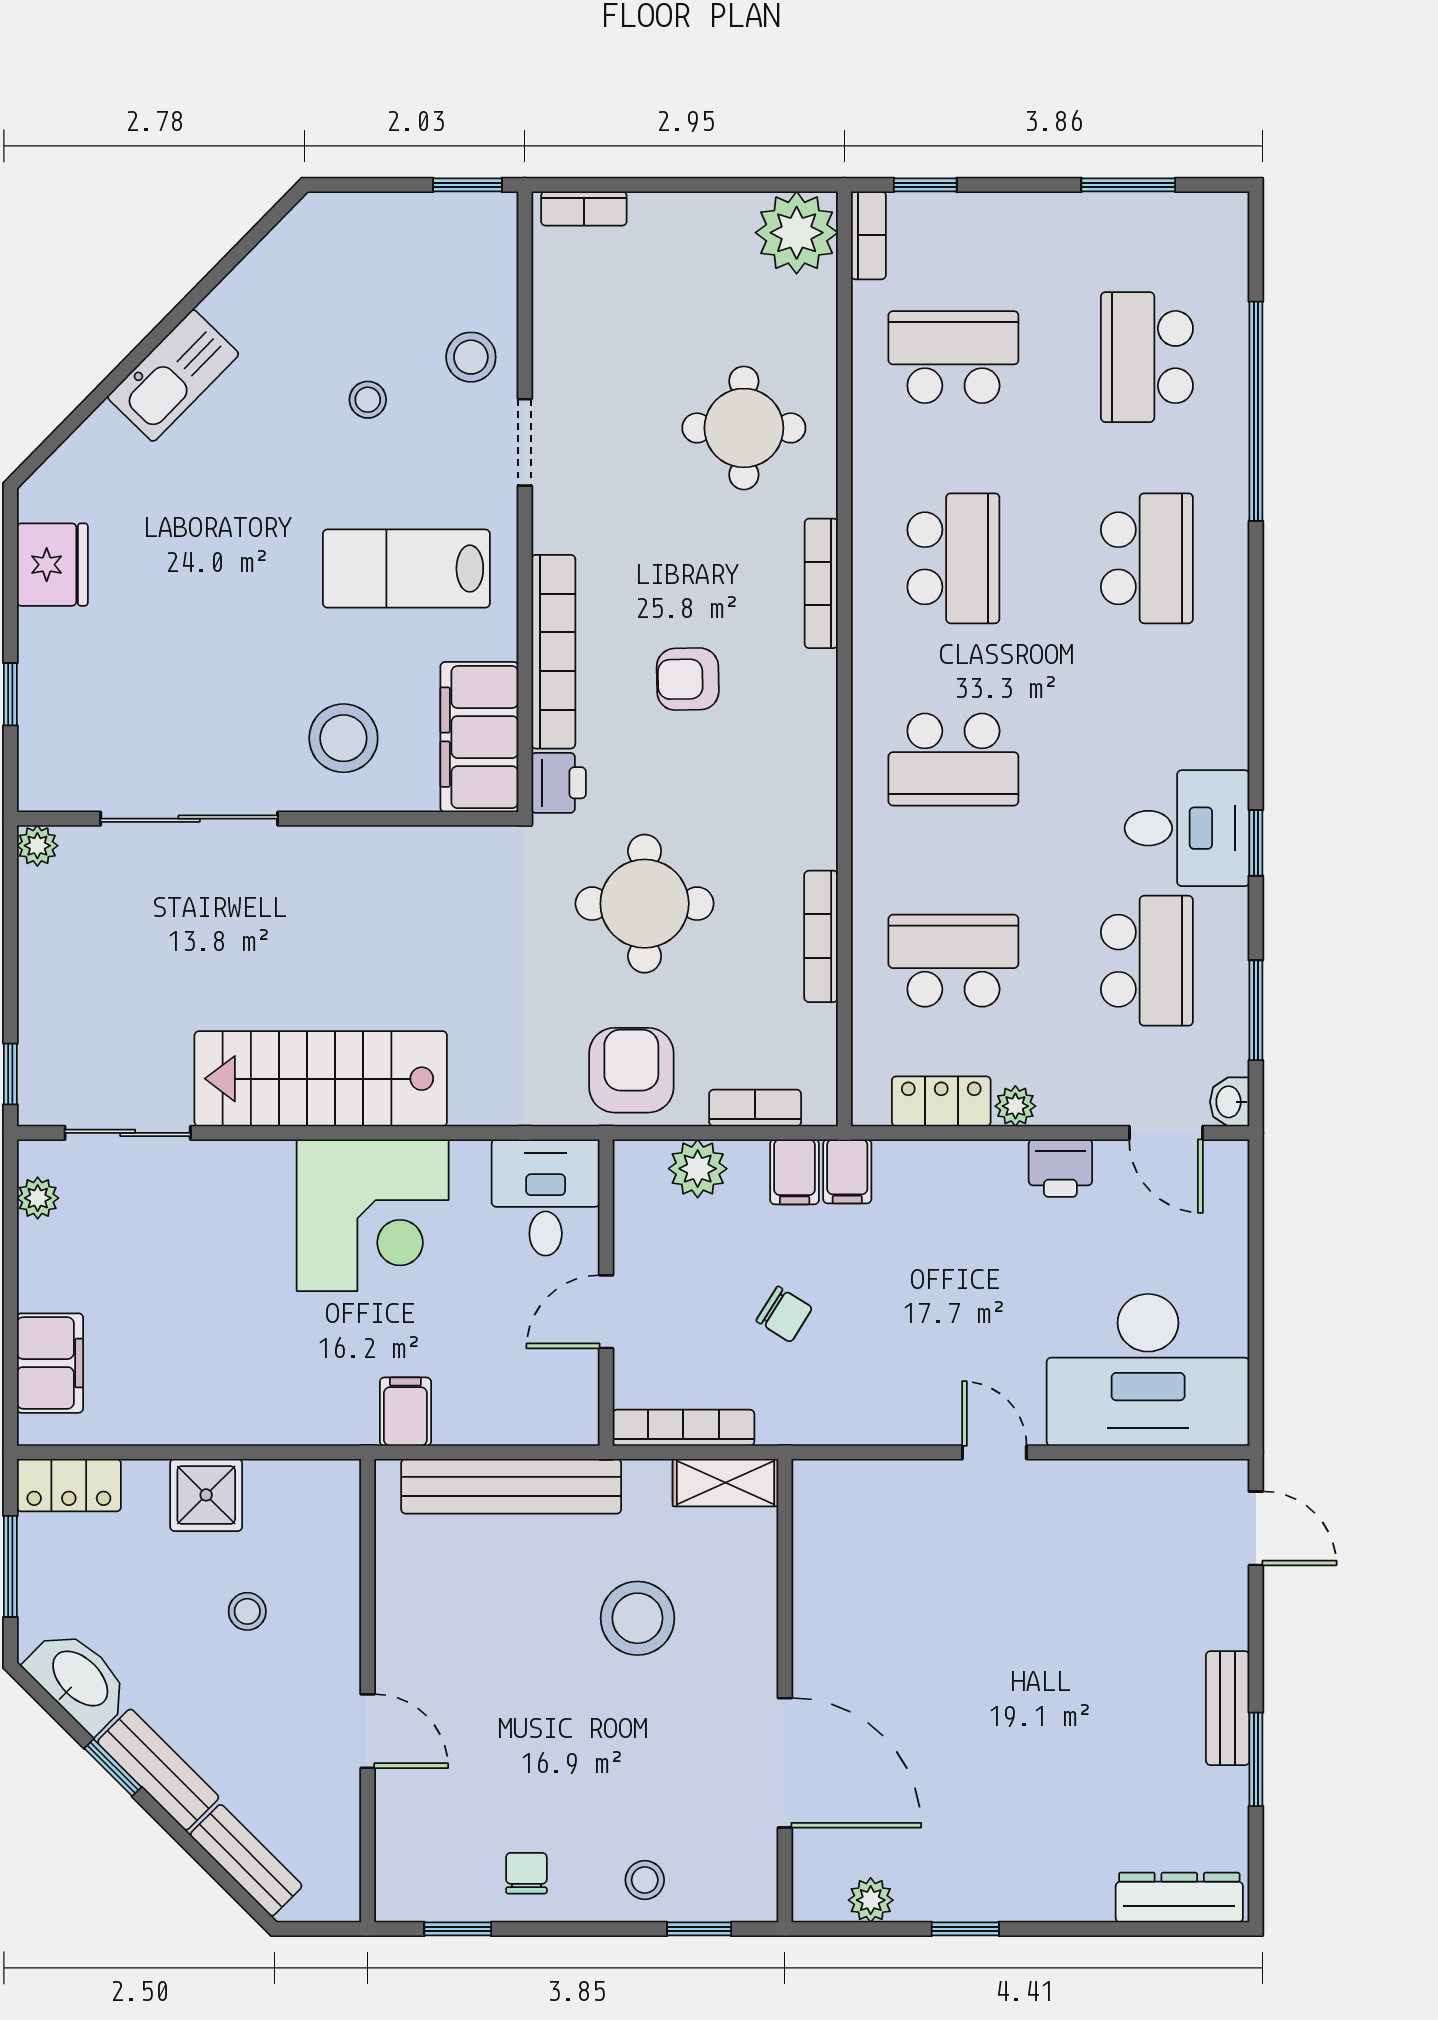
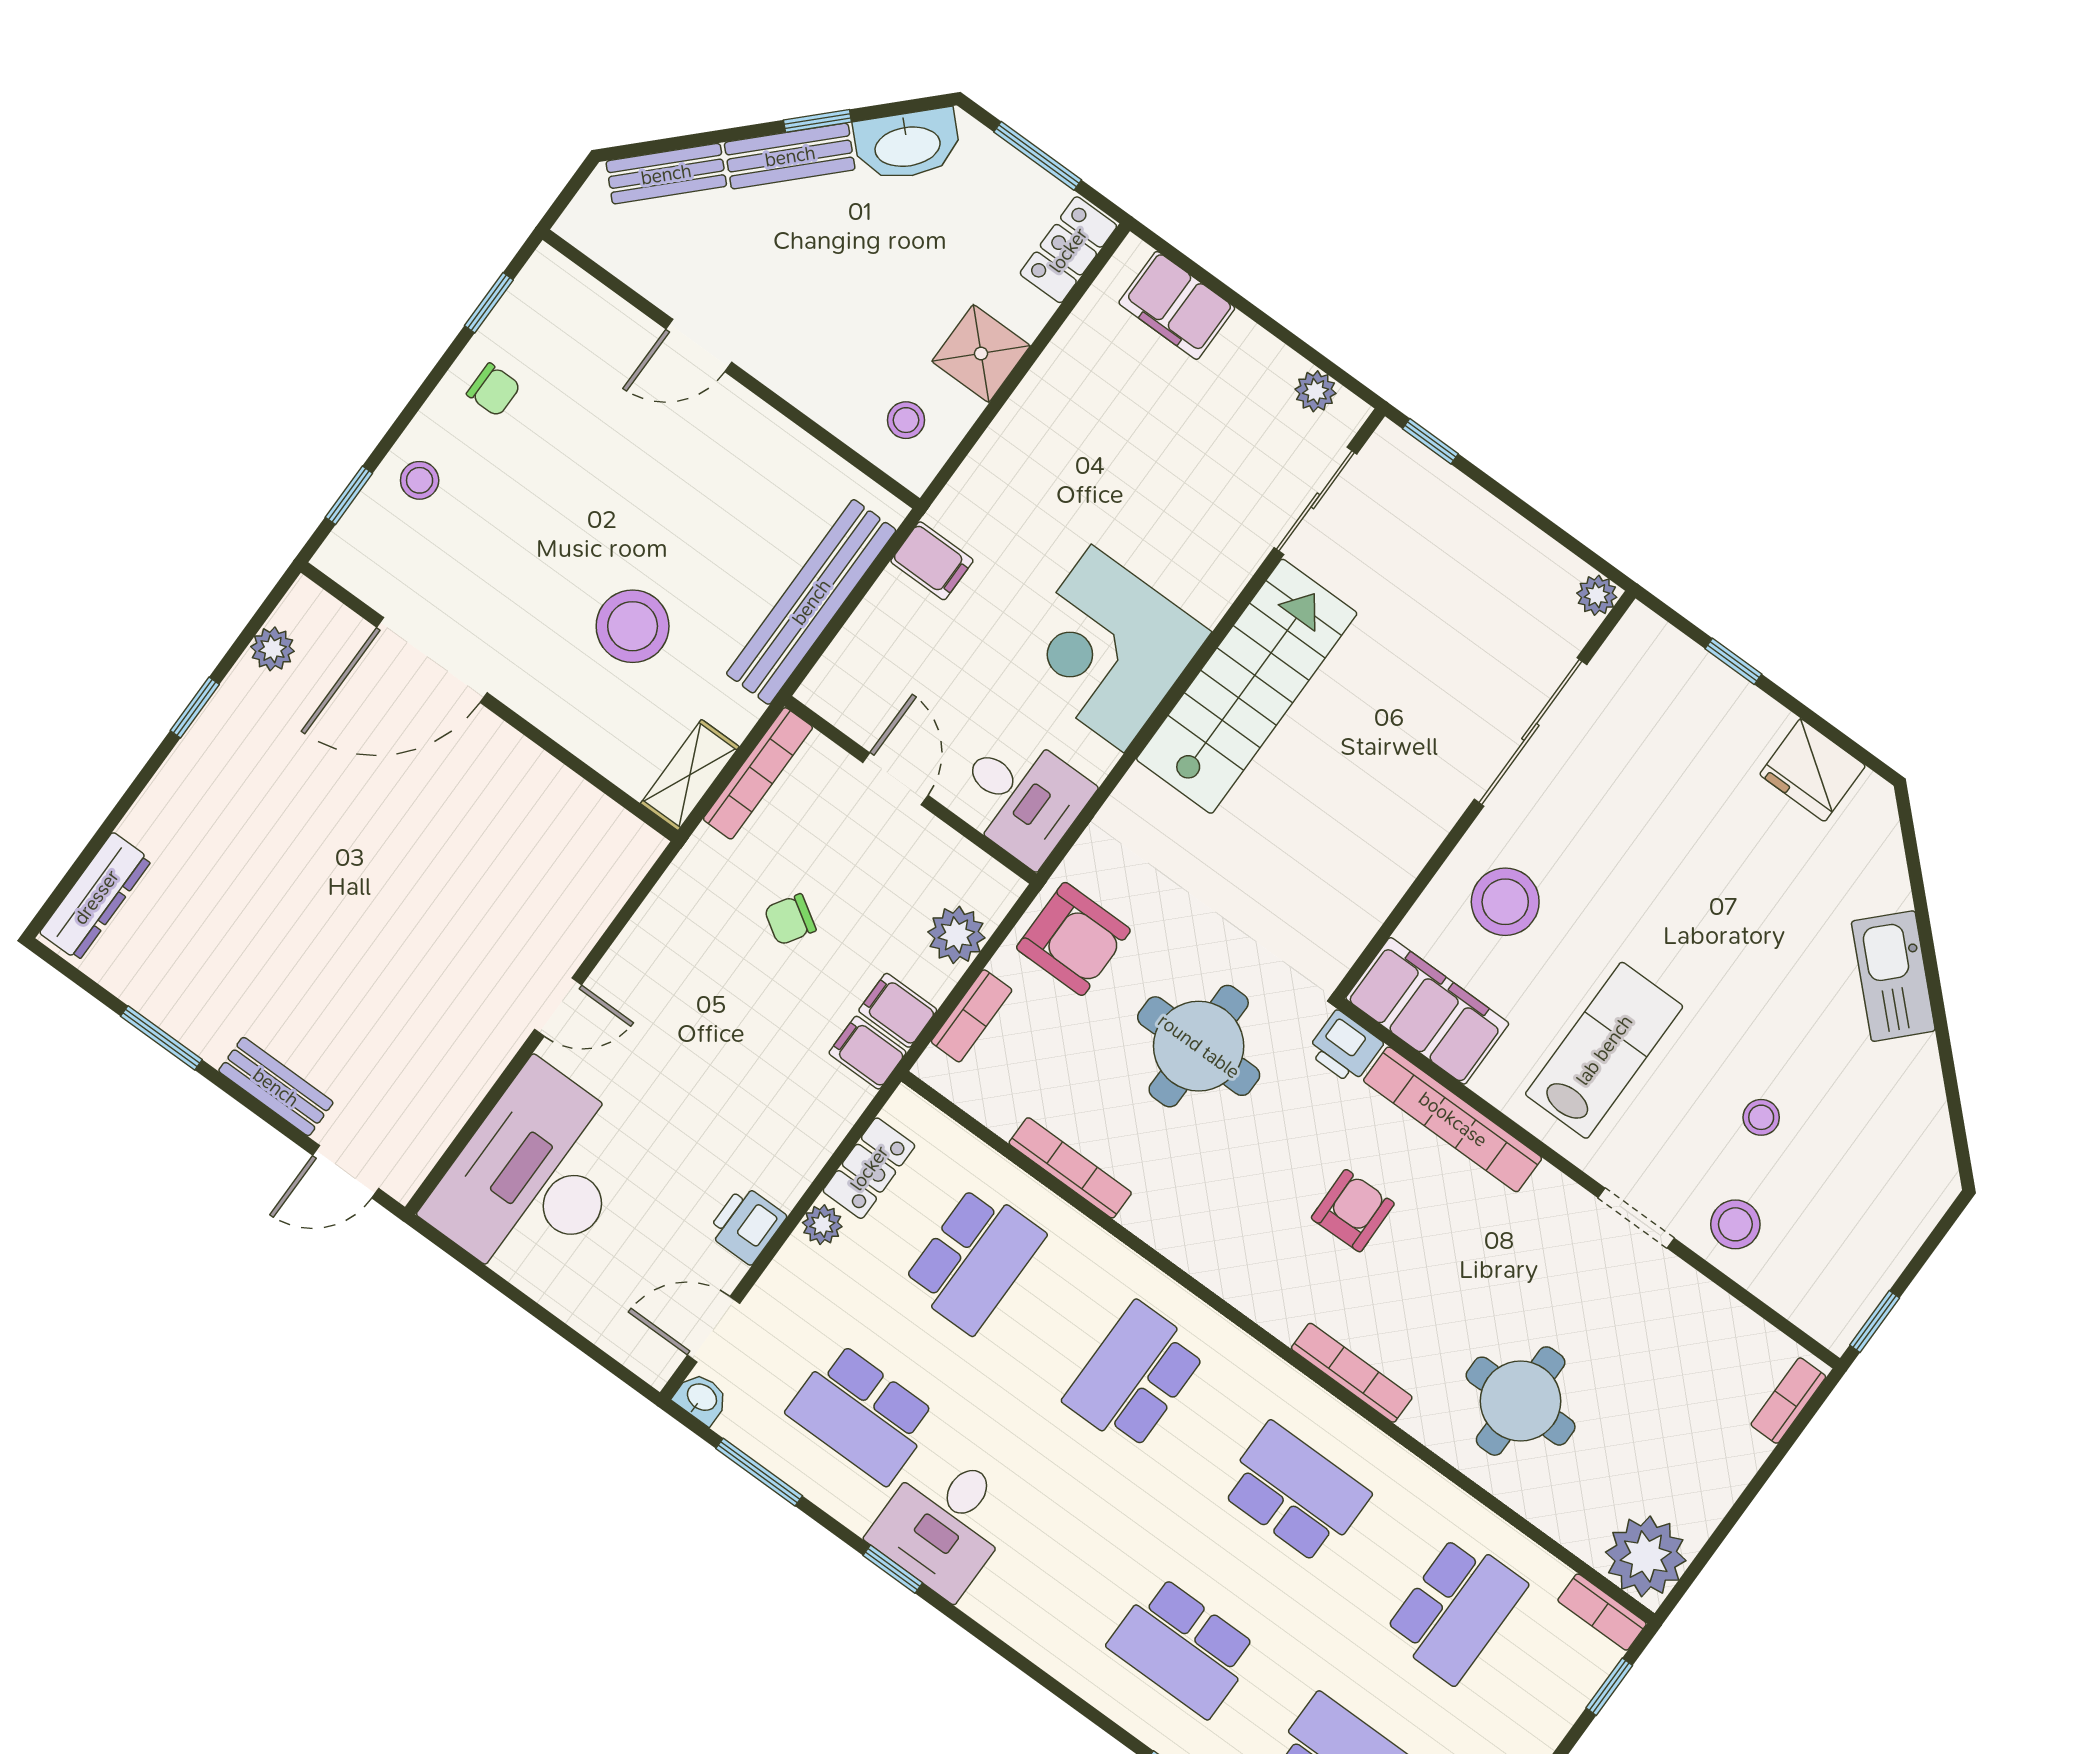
school desk: (953, 558) -> (1295, 1493), turned 180
stool: (247, 1611) -> (906, 420), moved
bench: (1228, 1708) -> (276, 1087), moved

